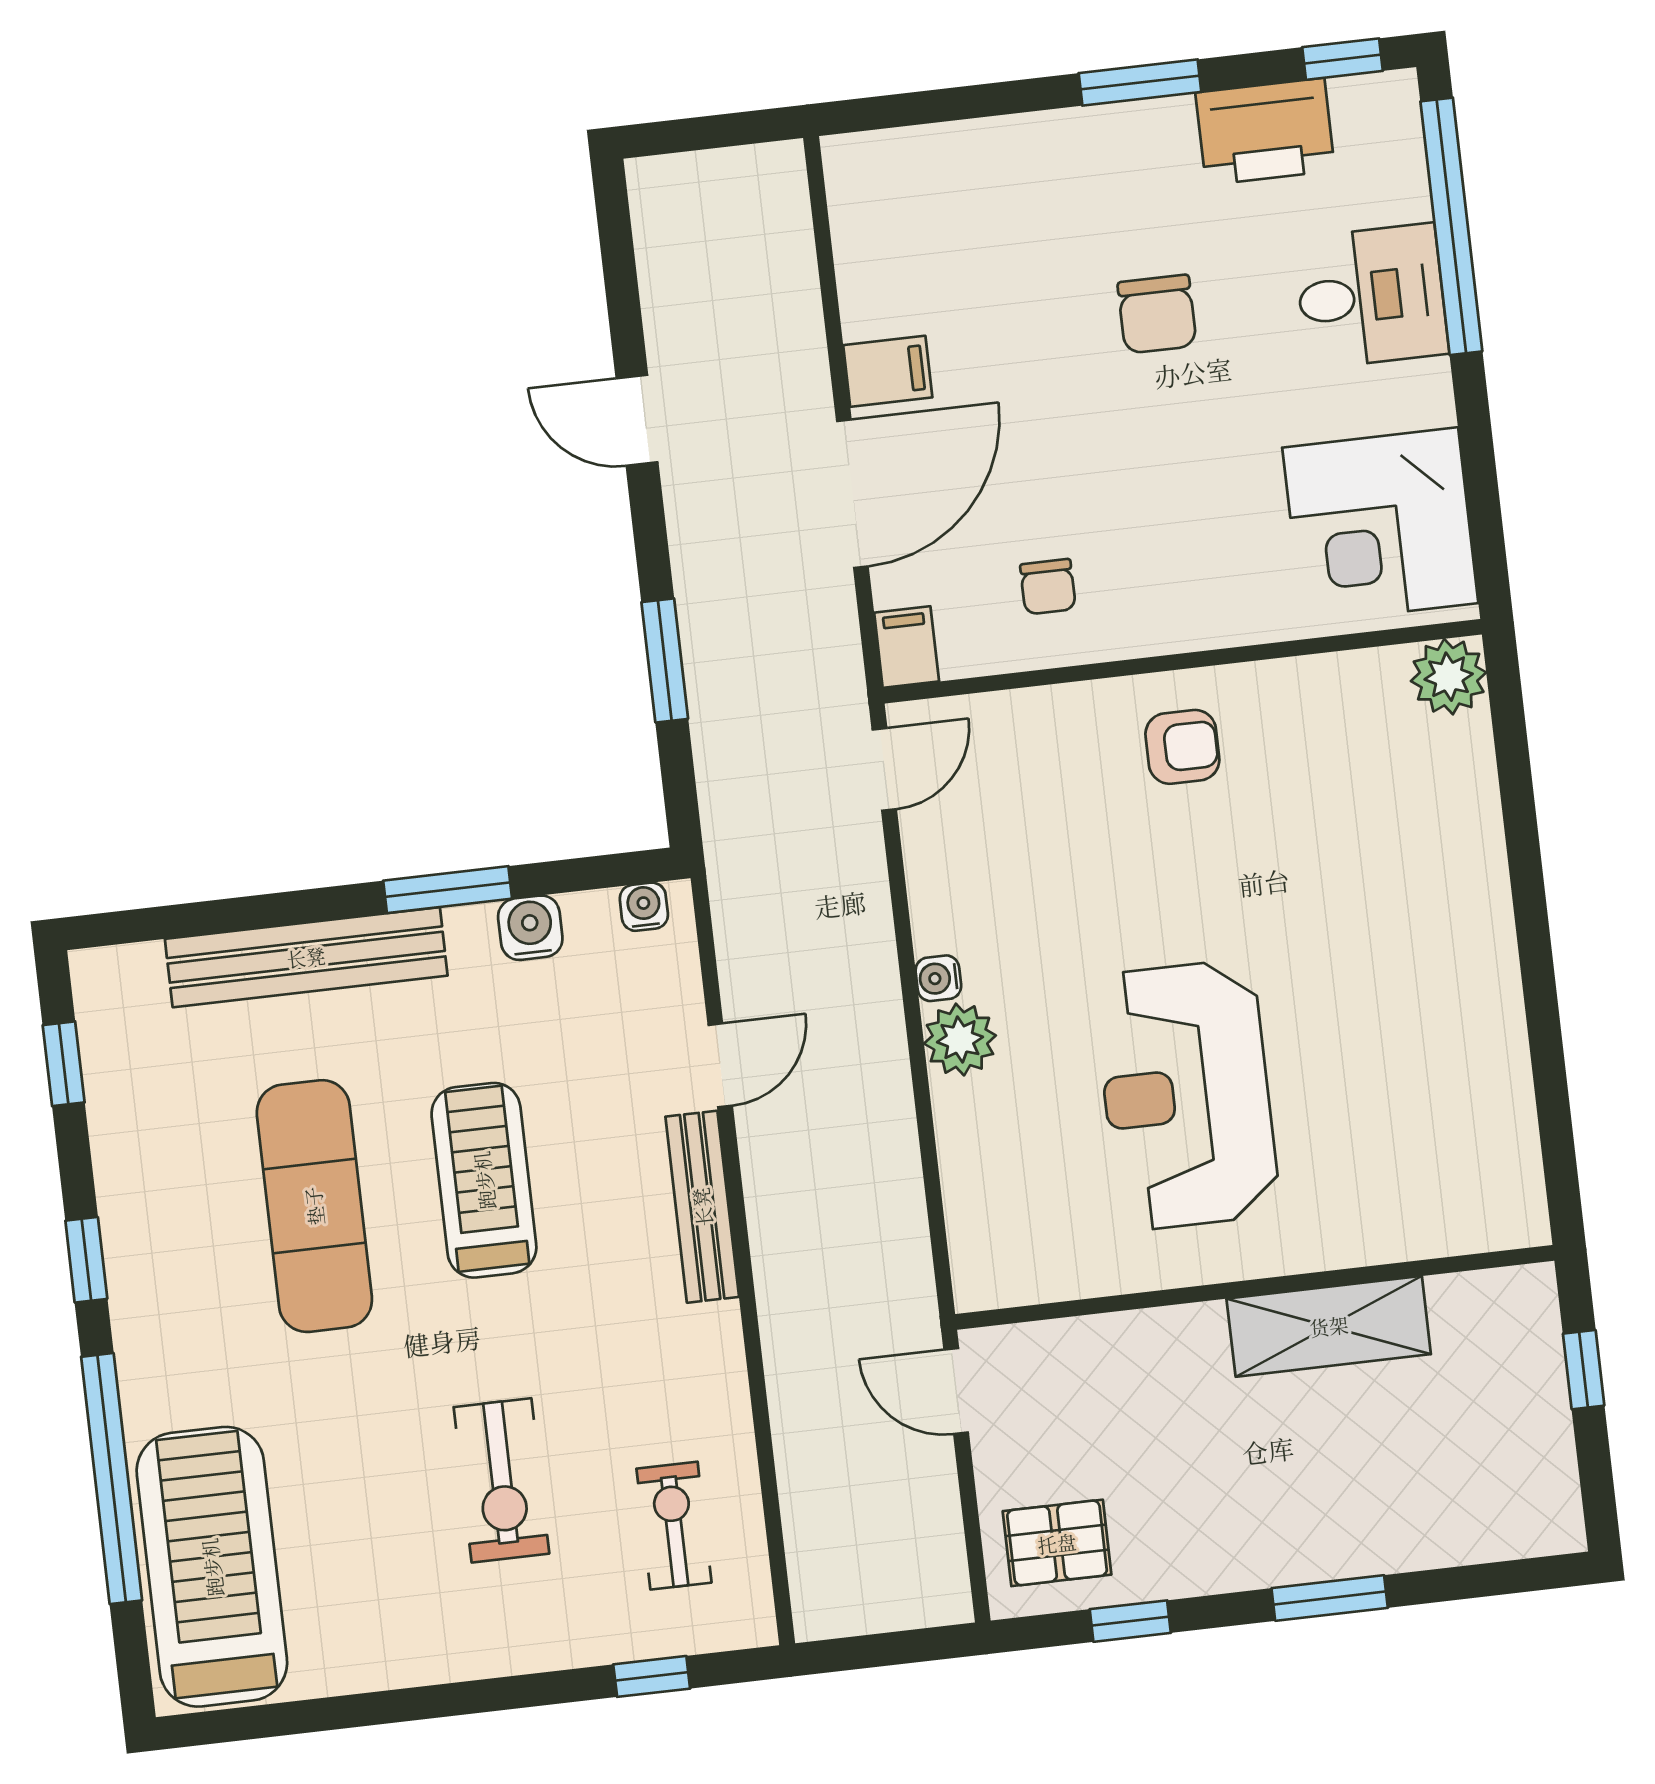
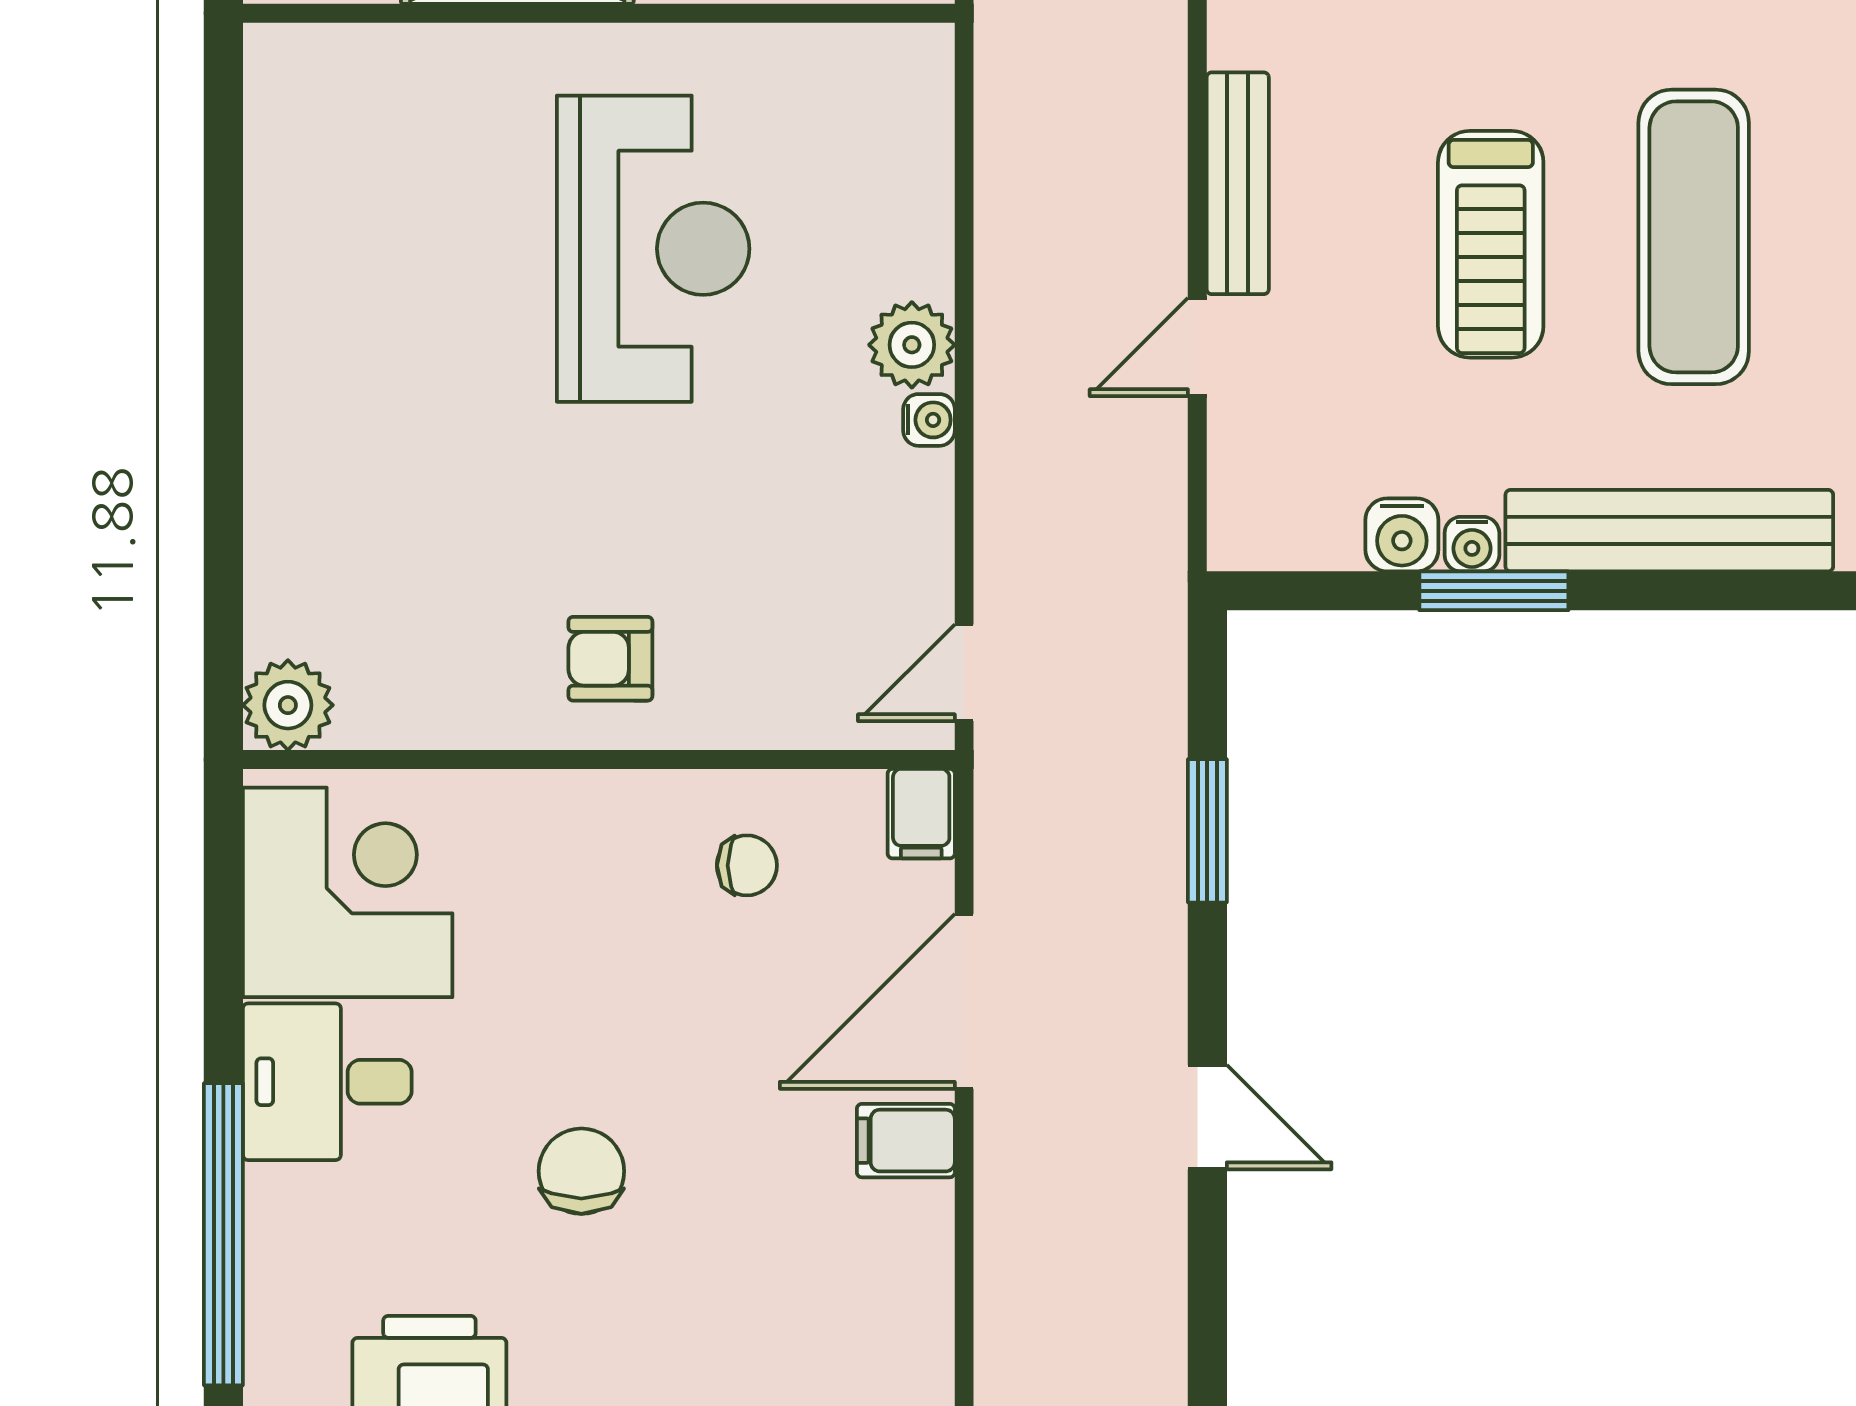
desk: (1371, 296) -> (327, 1082), moved
chair: (1048, 587) -> (747, 865), turned 90
water cooler: (644, 907) -> (1472, 544), moved

